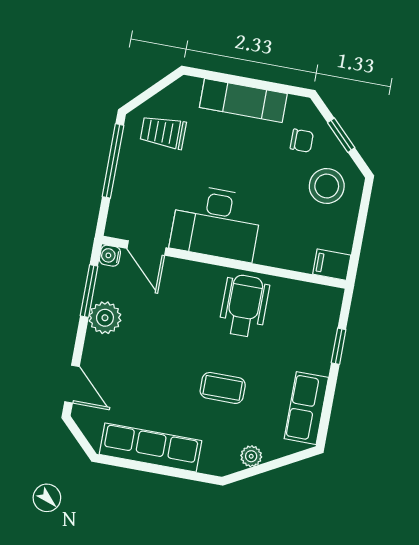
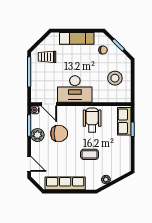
stool: (327, 186) -> (115, 78), moved
filing cabinet: (332, 265) -> (124, 97), removed
chair: (158, 324) -> (59, 133), added
row of seats: (306, 408) -> (124, 121), moved

